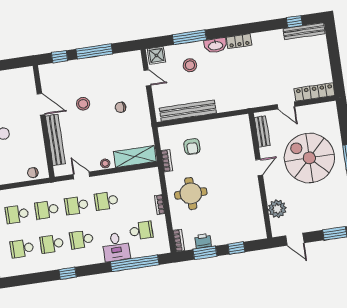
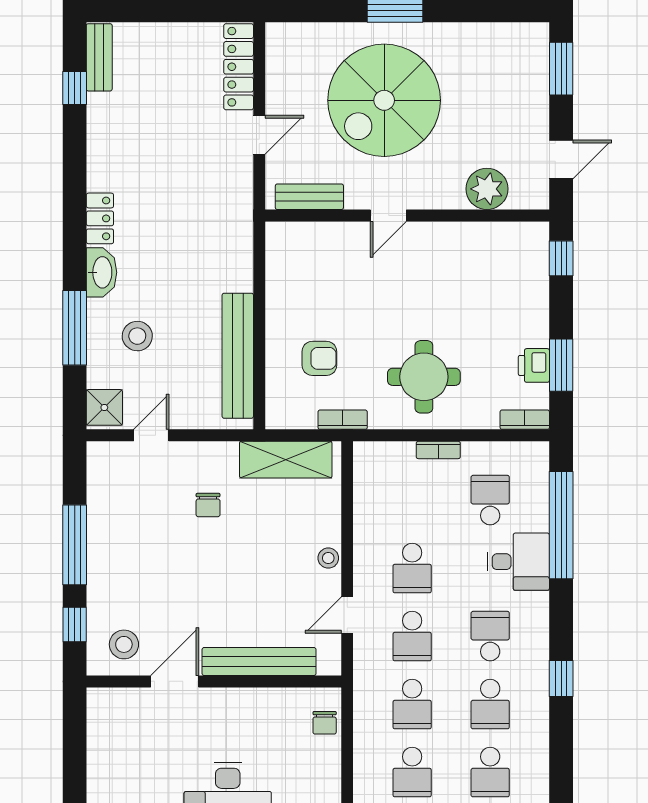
bench: (304, 31) -> (99, 57), width x0.73
stool: (83, 104) -> (124, 644), moved
shelving: (135, 157) -> (286, 460), moved, turned 90
door: (259, 167) -> (388, 216), swing flipped
school desk: (82, 239) -> (490, 636), turned 180
window: (236, 248) -> (561, 258), moved

